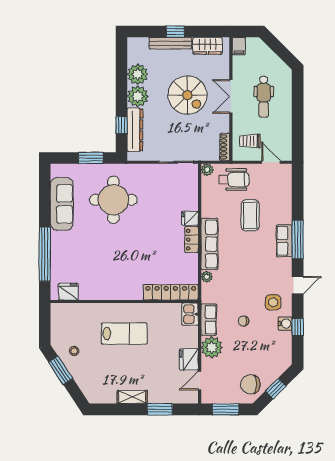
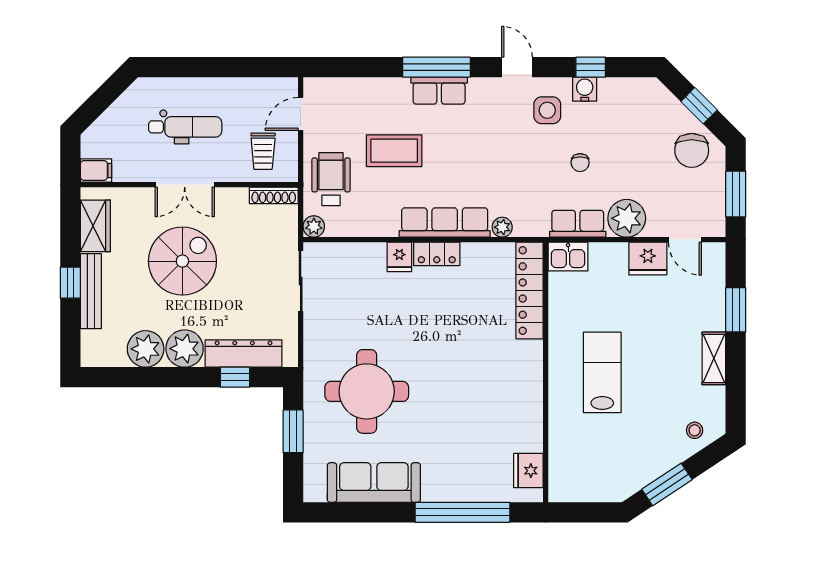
stool: (74, 351) -> (695, 430), moved

